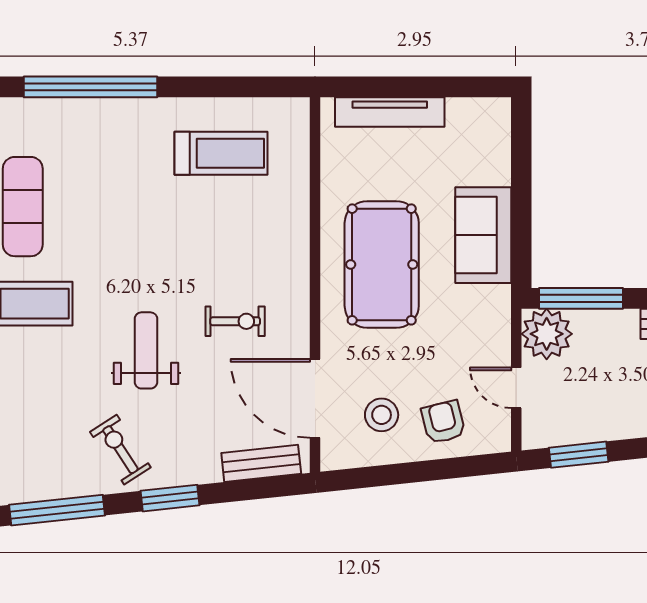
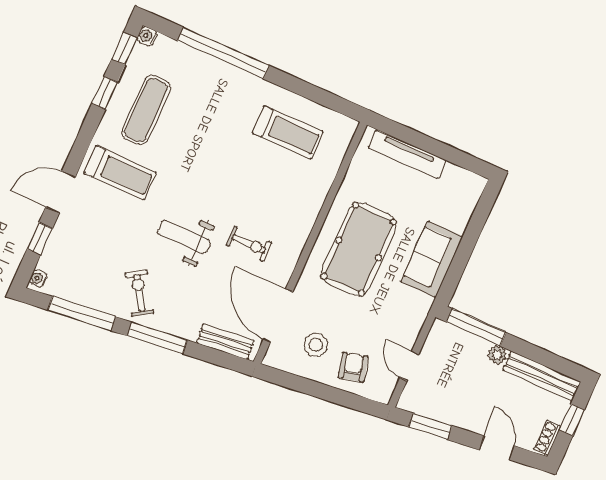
plant: (547, 334) -> (497, 355), moved, width x0.53, depth x0.53
weight bench: (146, 350) -> (184, 237), turned -90
window: (170, 498) -> (157, 338), width x1.44

